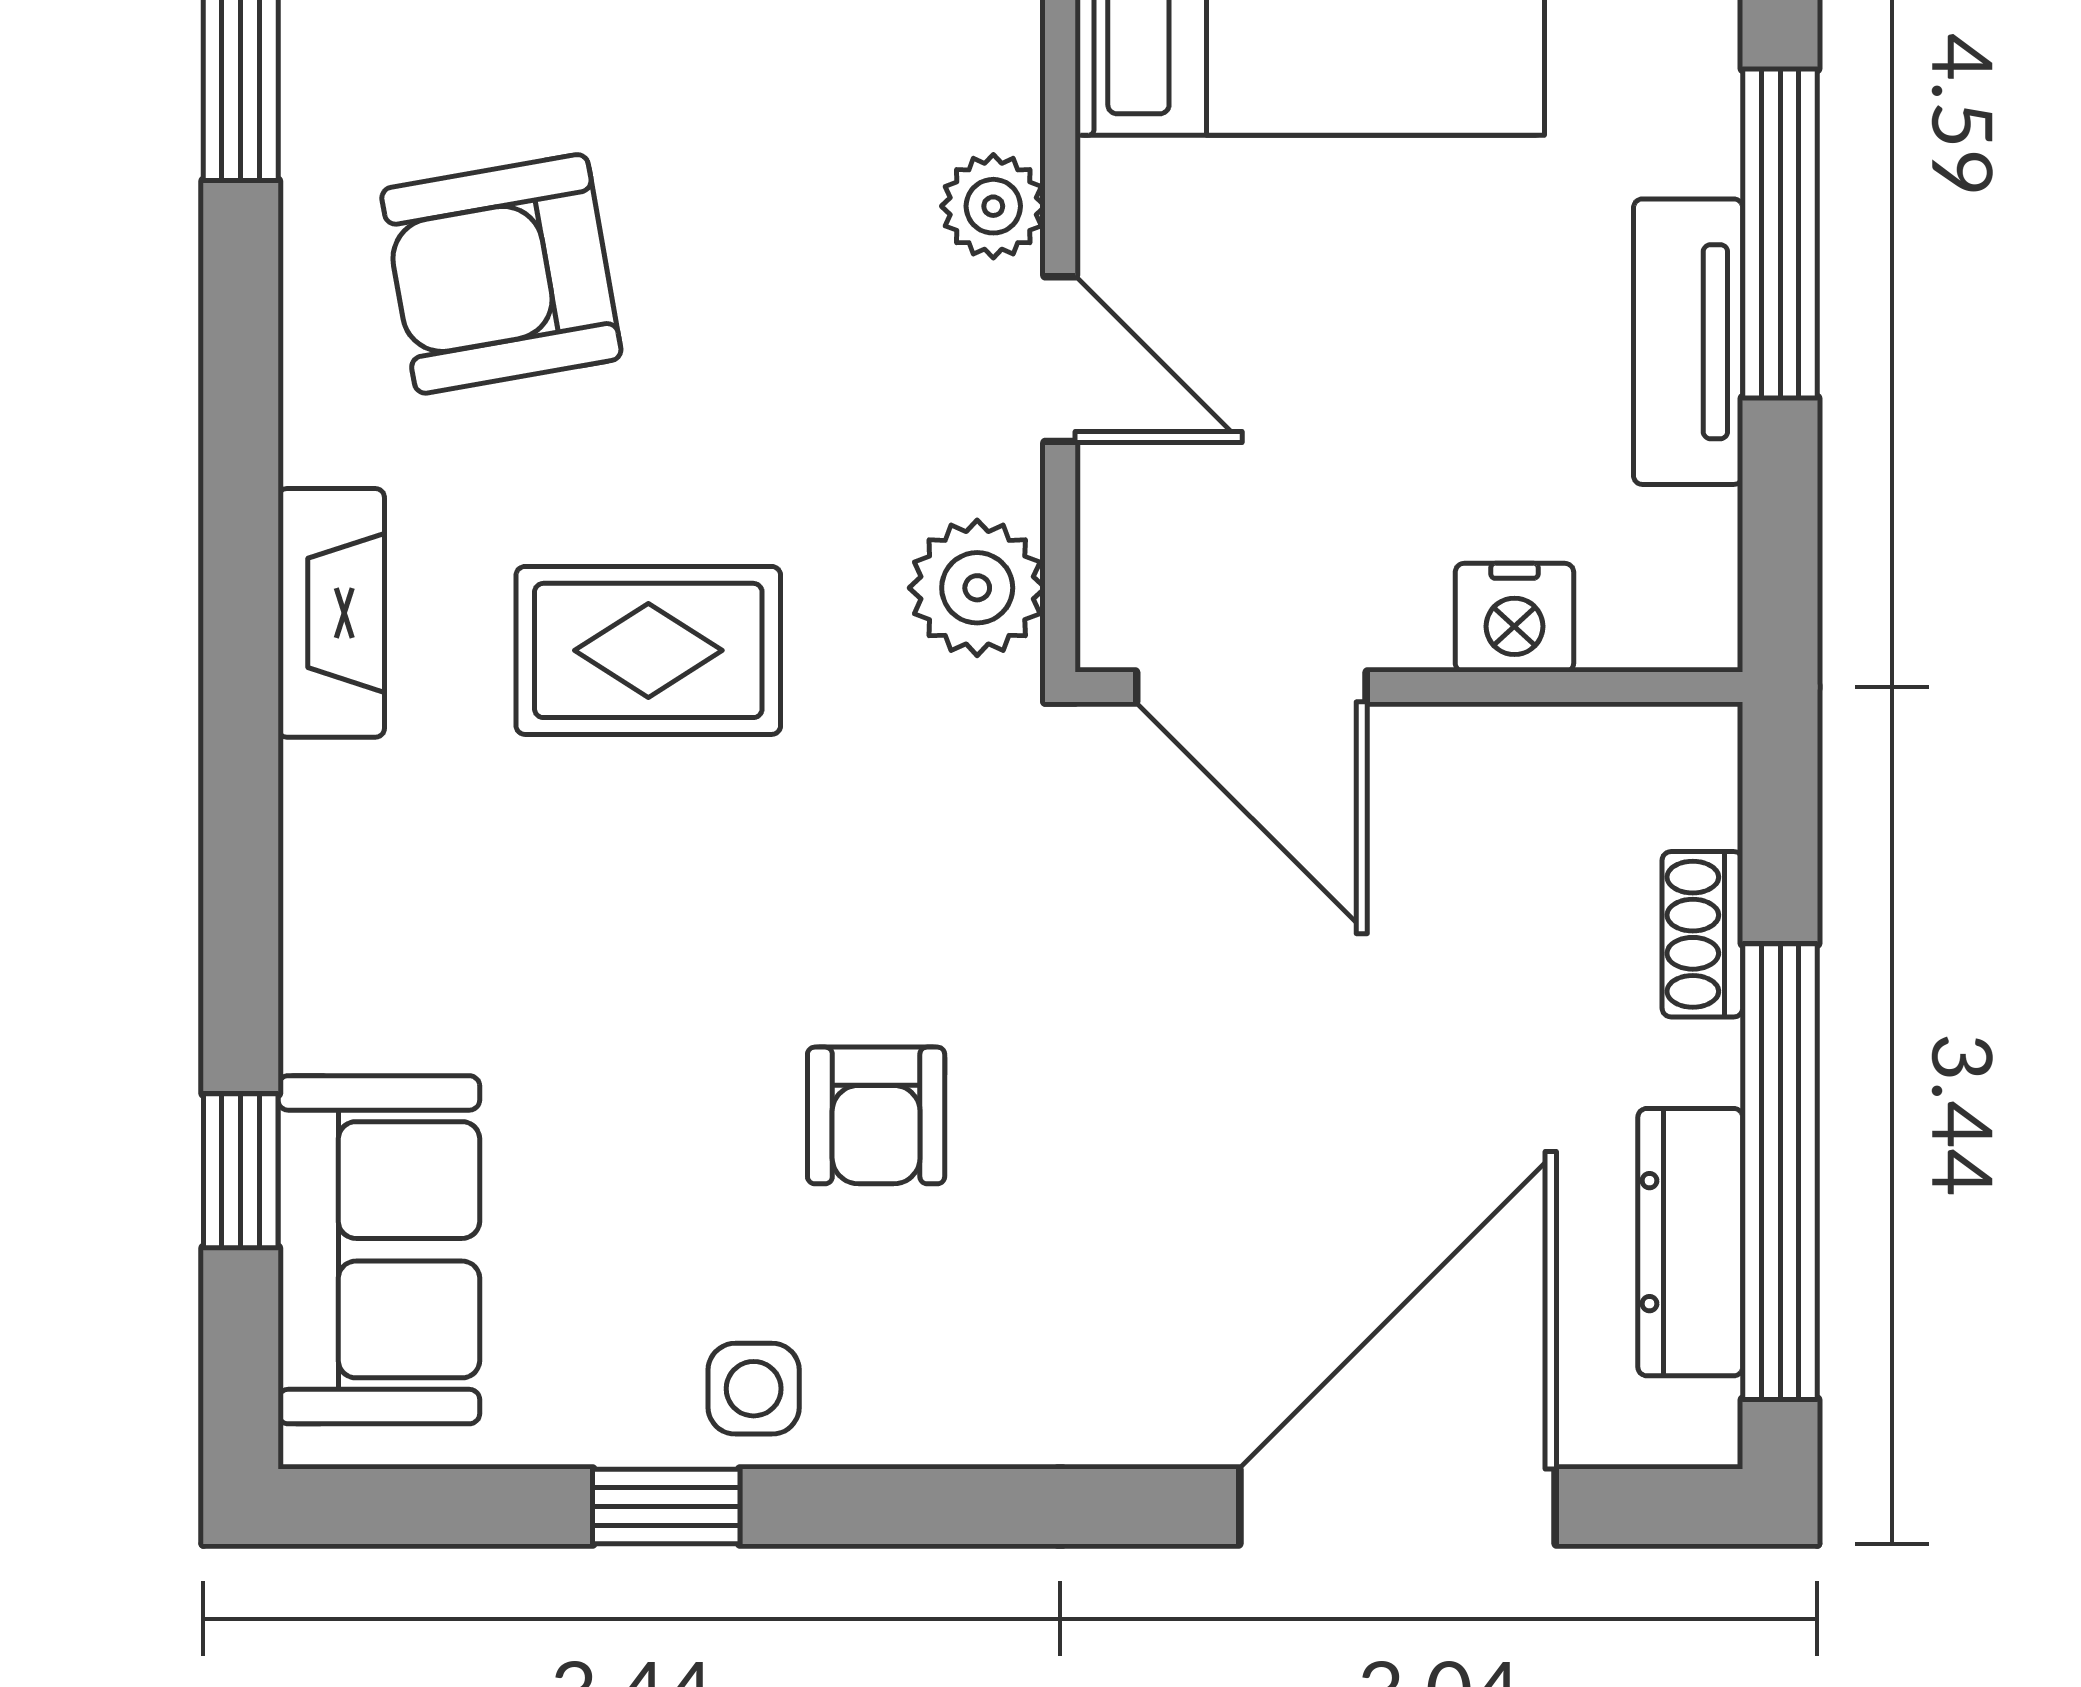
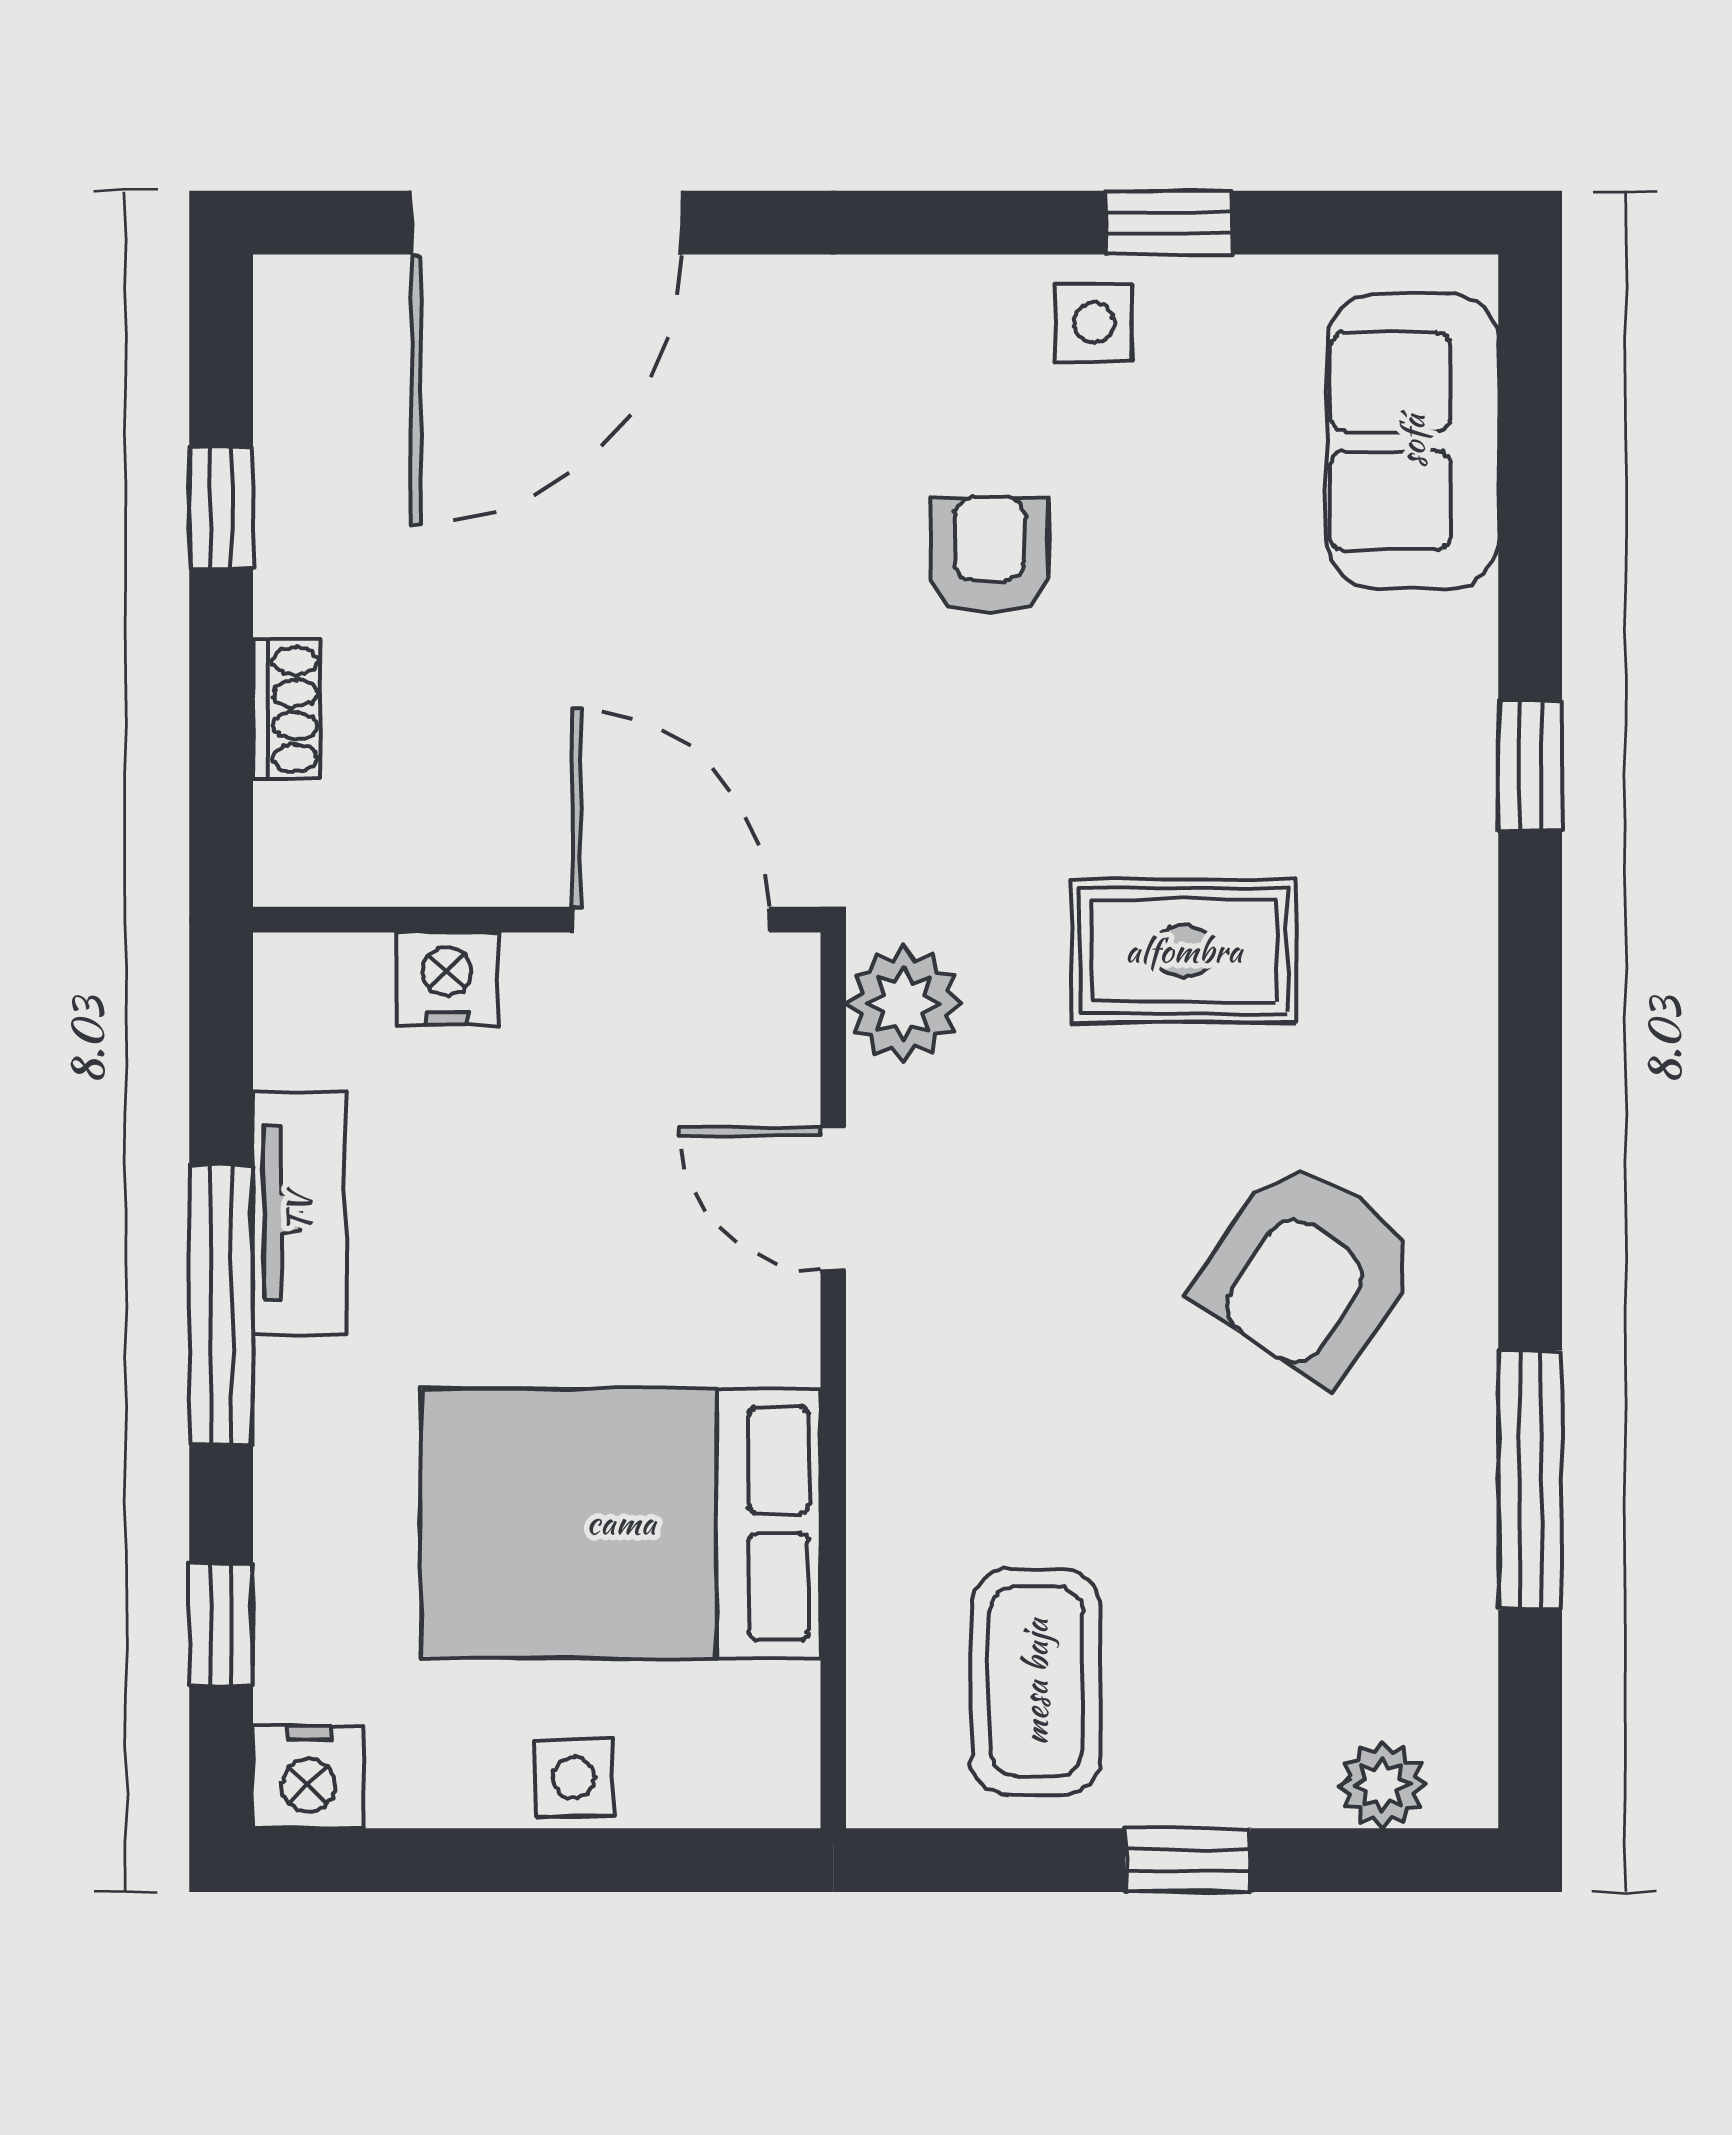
plant: (993, 206) -> (890, 1328), removed
armchair: (501, 274) -> (1308, 1271), turned 134
fireplace: (331, 613) -> (1453, 983), removed
window: (241, 1171) -> (1530, 765), moved
window: (1780, 1172) -> (221, 508), width x0.32
dresser: (1690, 1242) -> (297, 448), removed

